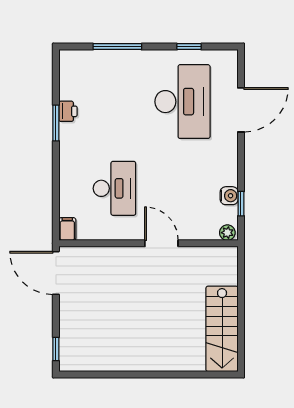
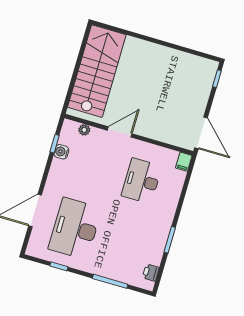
printer: (68, 111) -> (151, 273), moved
plant: (227, 233) -> (84, 130), moved
door: (161, 243) -> (120, 132), swing flipped
stairs: (222, 329) -> (97, 71), width x1.36, depth x1.51

